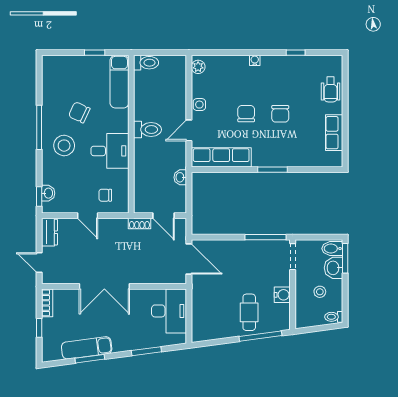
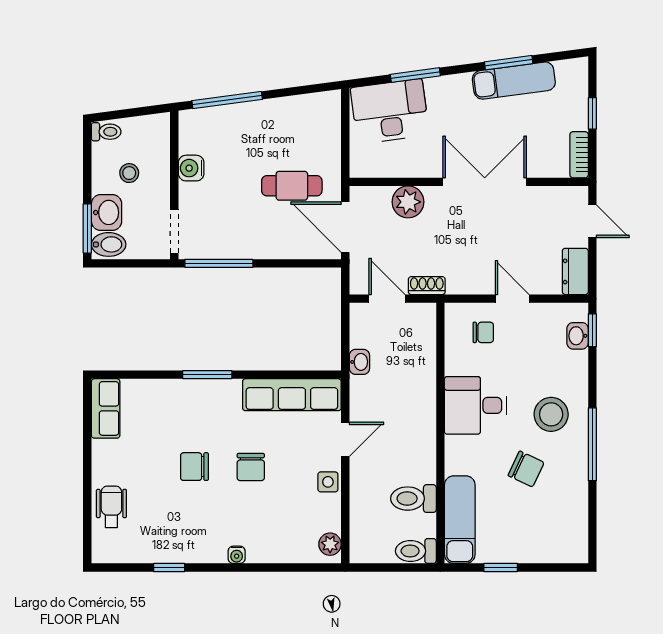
chair: (280, 114) -> (194, 467), turned -90
toilet: (148, 130) -> (413, 499), moved
row of seats: (334, 133) -> (106, 408), moved
plant: (151, 274) -> (408, 202), added
desk: (169, 311) -> (390, 111), moved, turned 82
cafe table: (249, 312) -> (292, 186), moved, turned 90

